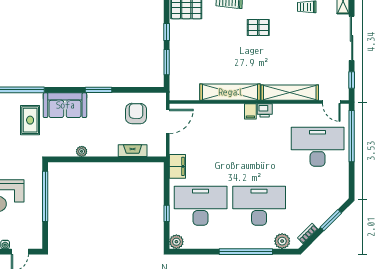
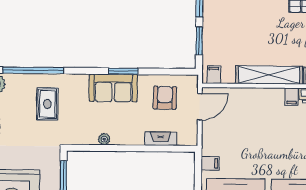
filing cabinet: (180, 92) -> (214, 75), added
sofa: (65, 105) -> (113, 88), moved
filing cabinet: (177, 166) -> (210, 163), width x0.50

